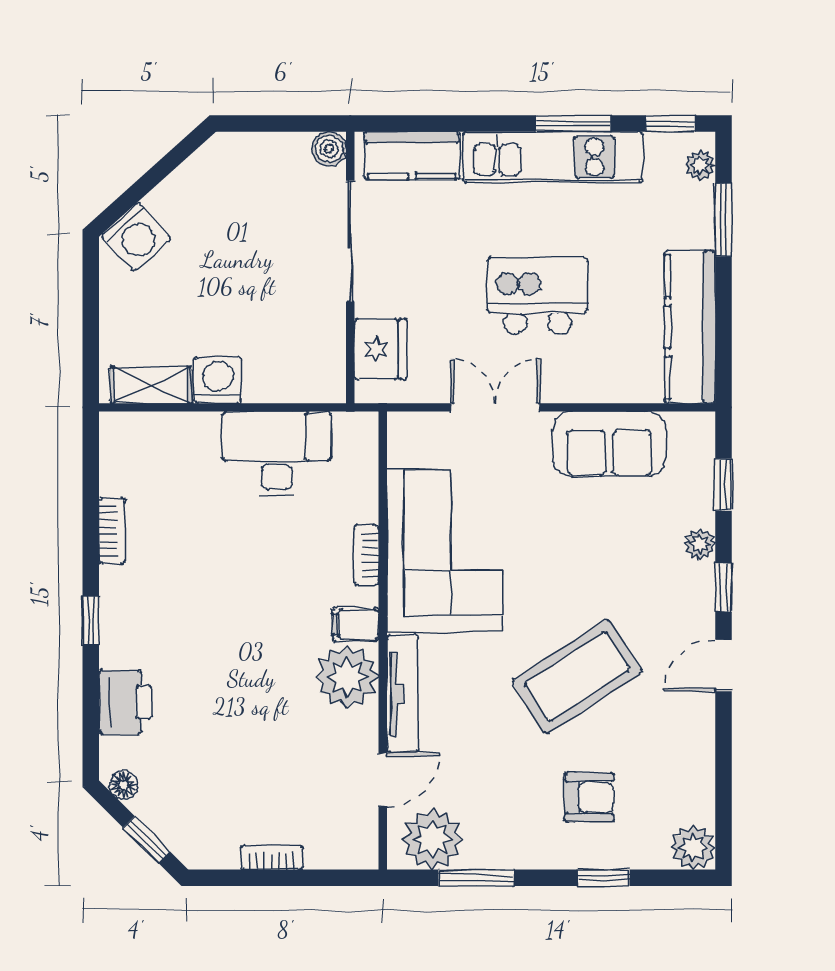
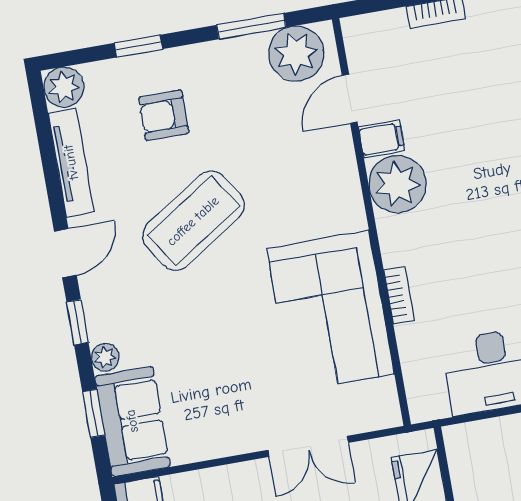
sofa: (609, 444) -> (132, 421), moved, turned 90
filing cabinet: (355, 624) -> (382, 139), moved
tv unit: (403, 694) -> (71, 162), moved, turned 180

